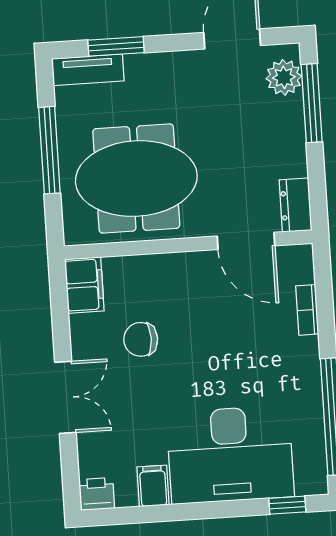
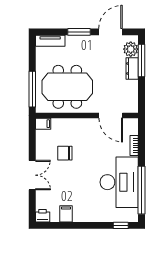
window: (116, 46) -> (79, 32), moved
window: (49, 150) -> (32, 89), moved
dresser: (296, 205) -> (132, 68), moved
filing cabinet: (84, 285) -> (43, 124), width x0.50
desk: (230, 455) -> (119, 182), moved, turned -90

